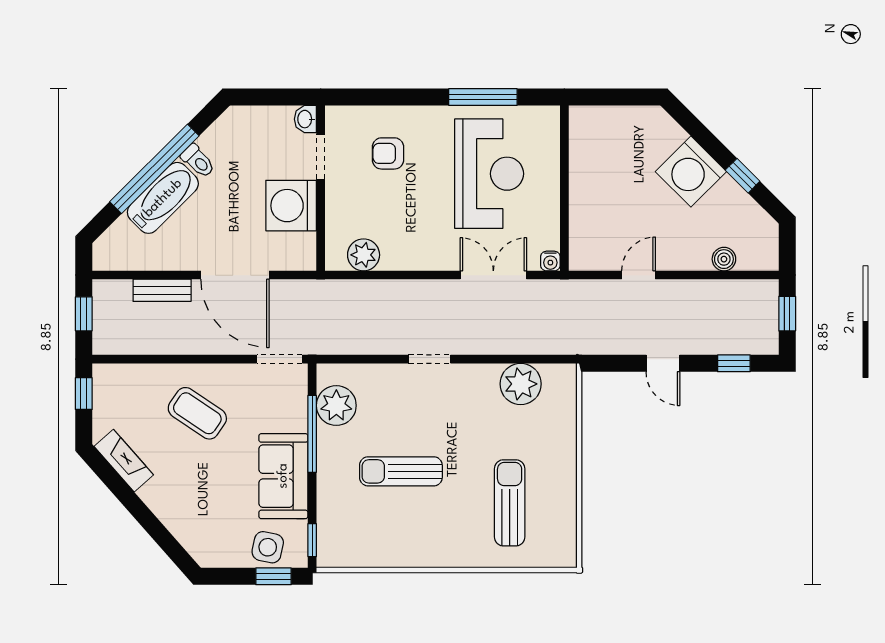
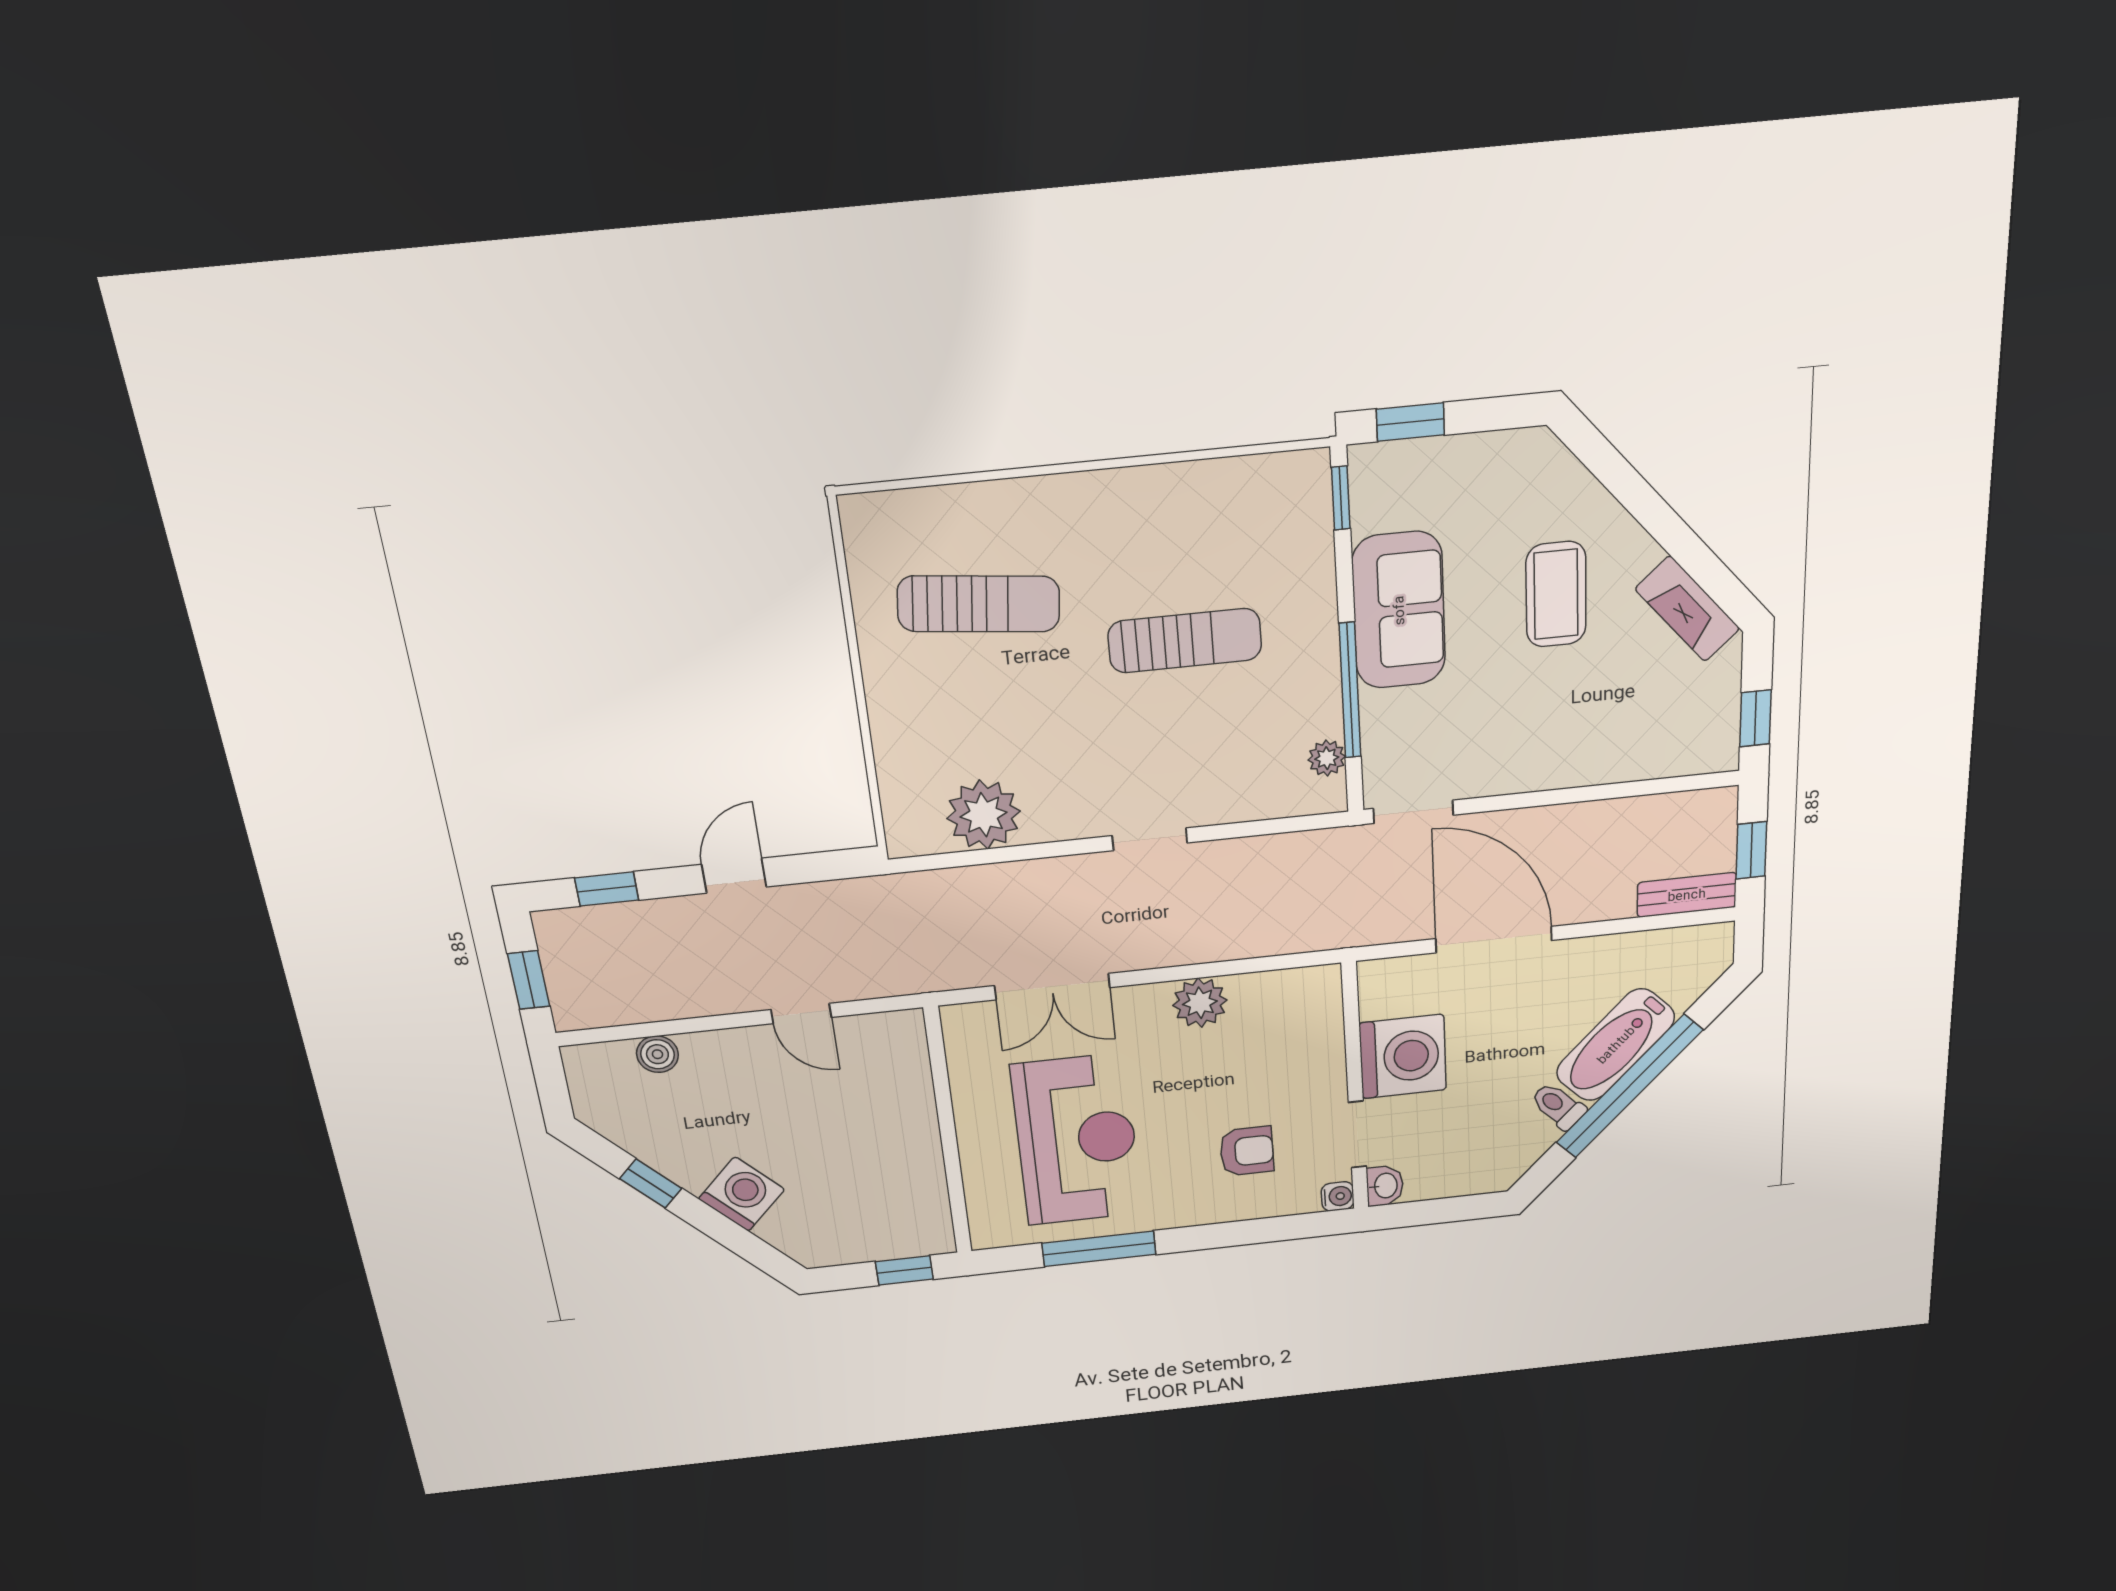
window: (602, 97) -> (904, 1270), added
washing machine: (691, 172) -> (742, 1194), width x0.73, depth x0.73
reception desk: (489, 174) -> (1077, 1140), turned 180
plant: (364, 255) -> (1200, 1003), moved
water cooler: (550, 261) -> (1338, 1196), moved, turned 90
door: (639, 275) -> (801, 1013), hinge flipped
bench: (162, 290) -> (1687, 895), moved
door: (663, 363) -> (734, 876), hinge flipped
plant: (336, 406) -> (1327, 758), width x0.53, depth x0.53
coffee table: (197, 413) -> (1556, 594), moved, turned 56
sun lounger: (510, 503) -> (979, 604), turned -84
side table: (268, 547) -> (1423, 477), removed

